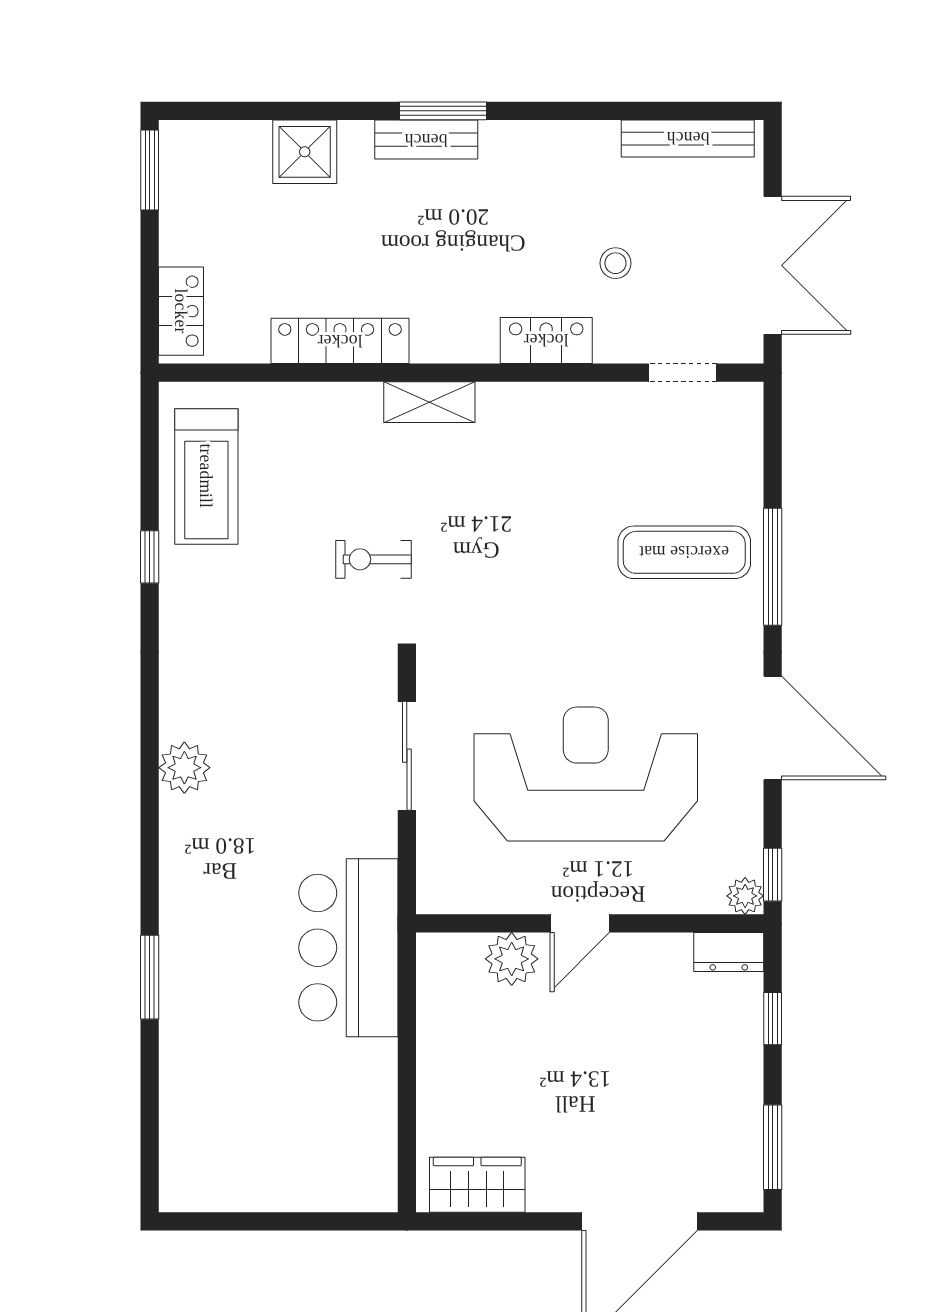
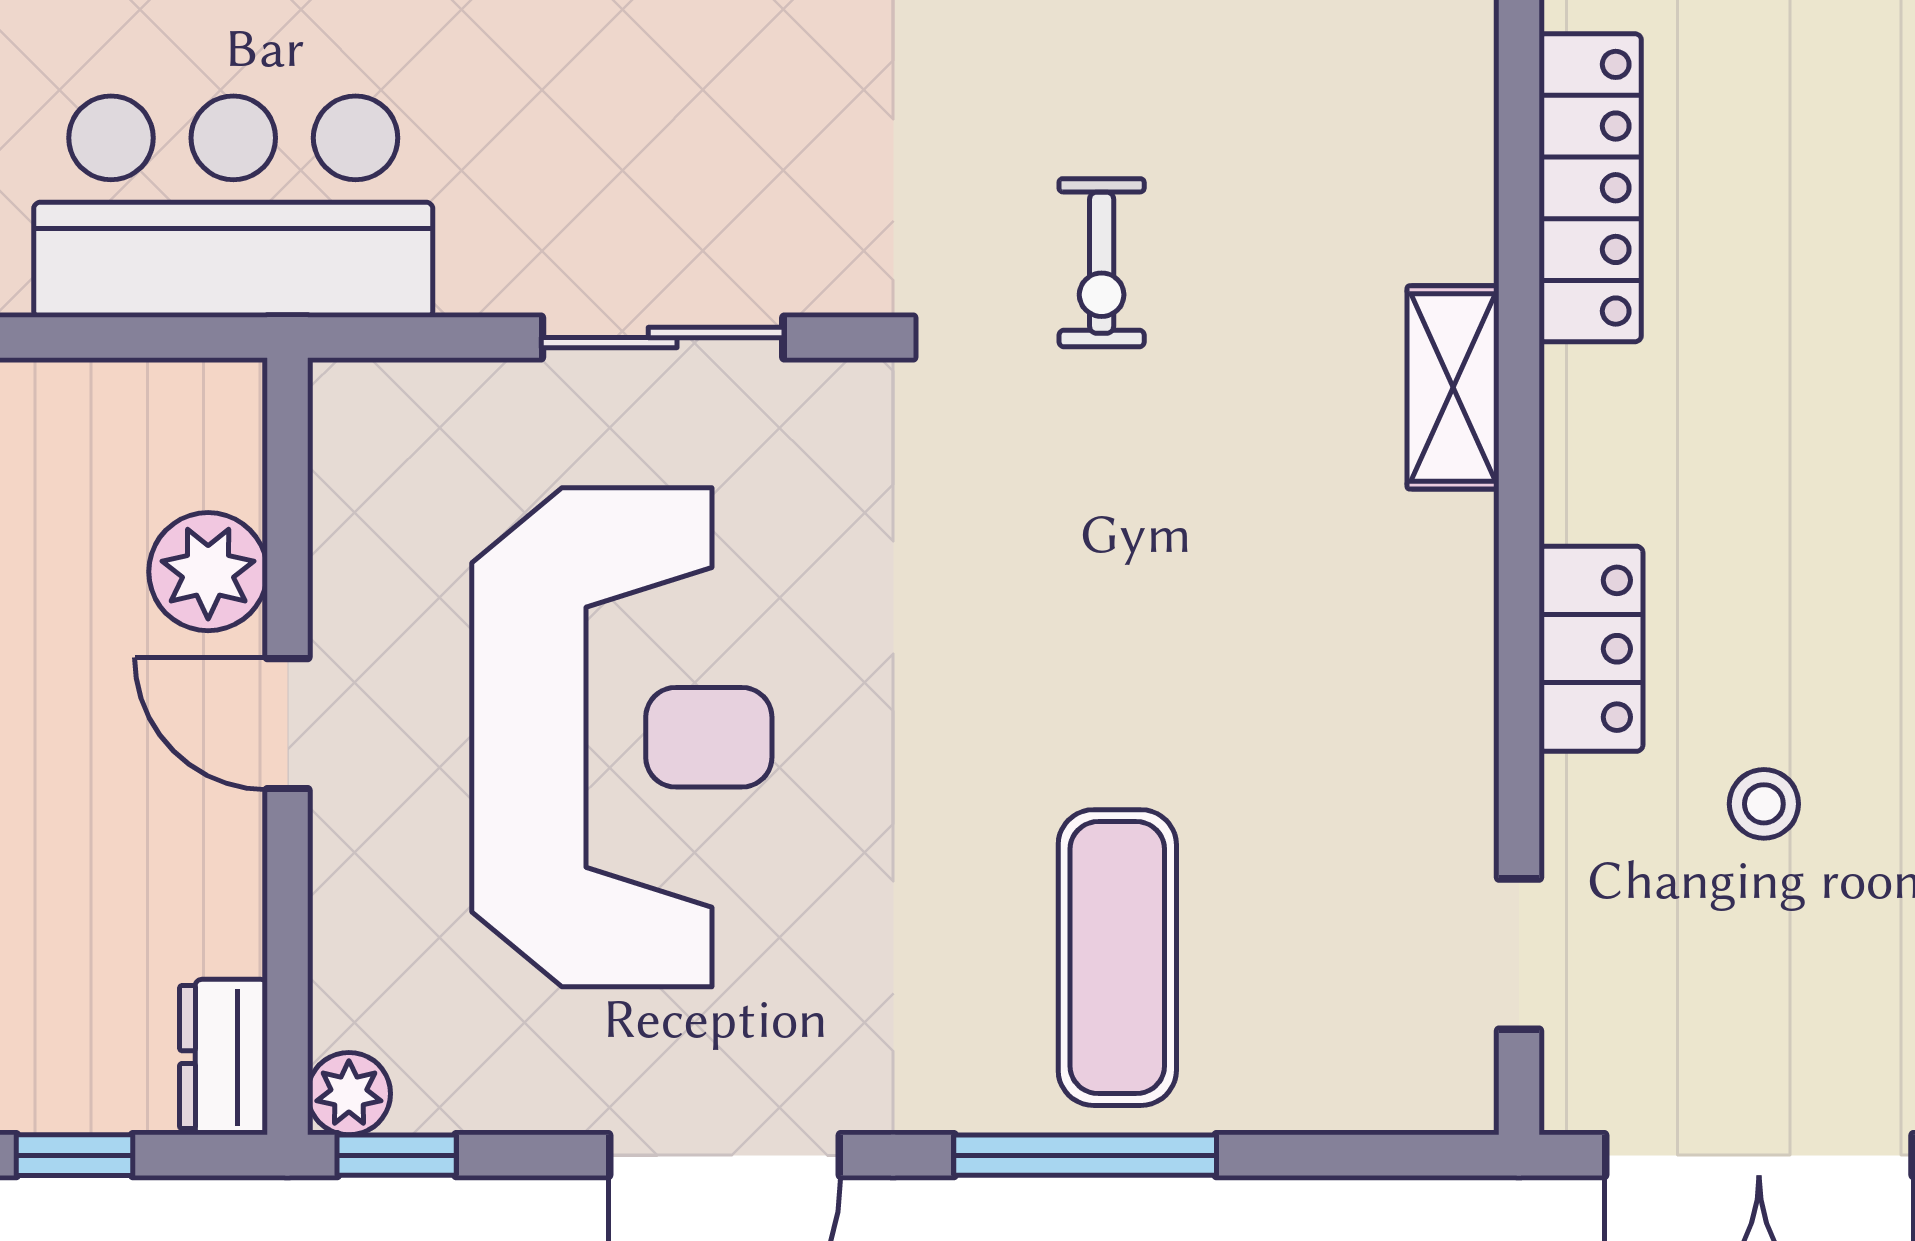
exercise bike: (374, 559) -> (1102, 263), turned 180

